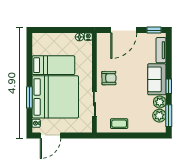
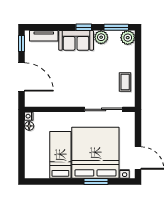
armchair: (109, 78) -> (75, 93), removed
sliding door: (94, 104) -> (104, 109), width x1.37
plant: (159, 116) -> (128, 38), moved

